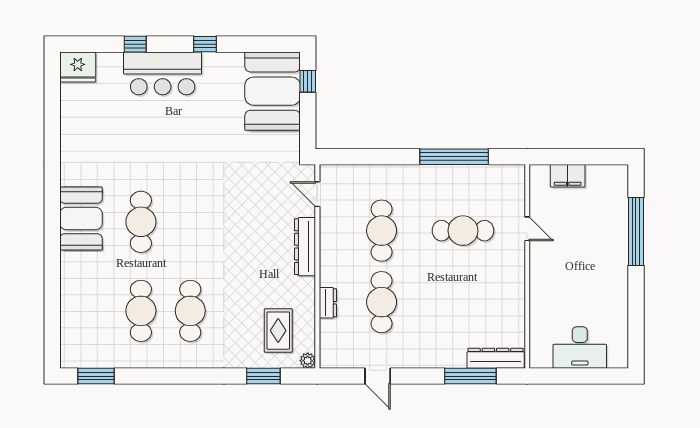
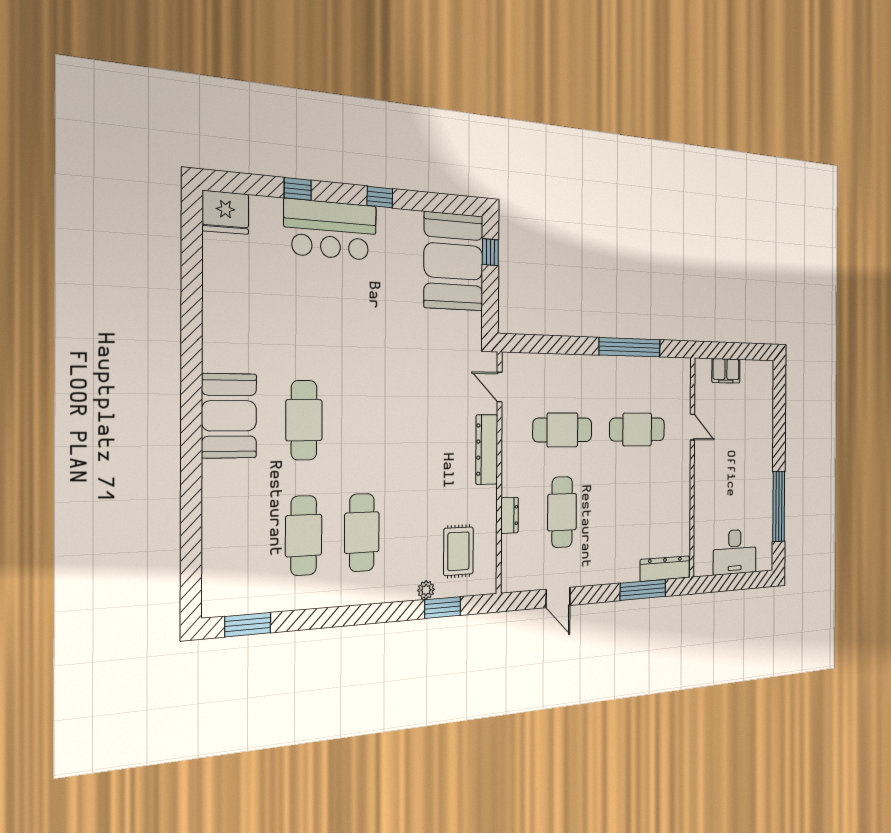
cafe table: (382, 231) -> (562, 430), turned 90
window: (636, 232) -> (779, 507), moved
plant: (308, 361) -> (426, 590), moved

